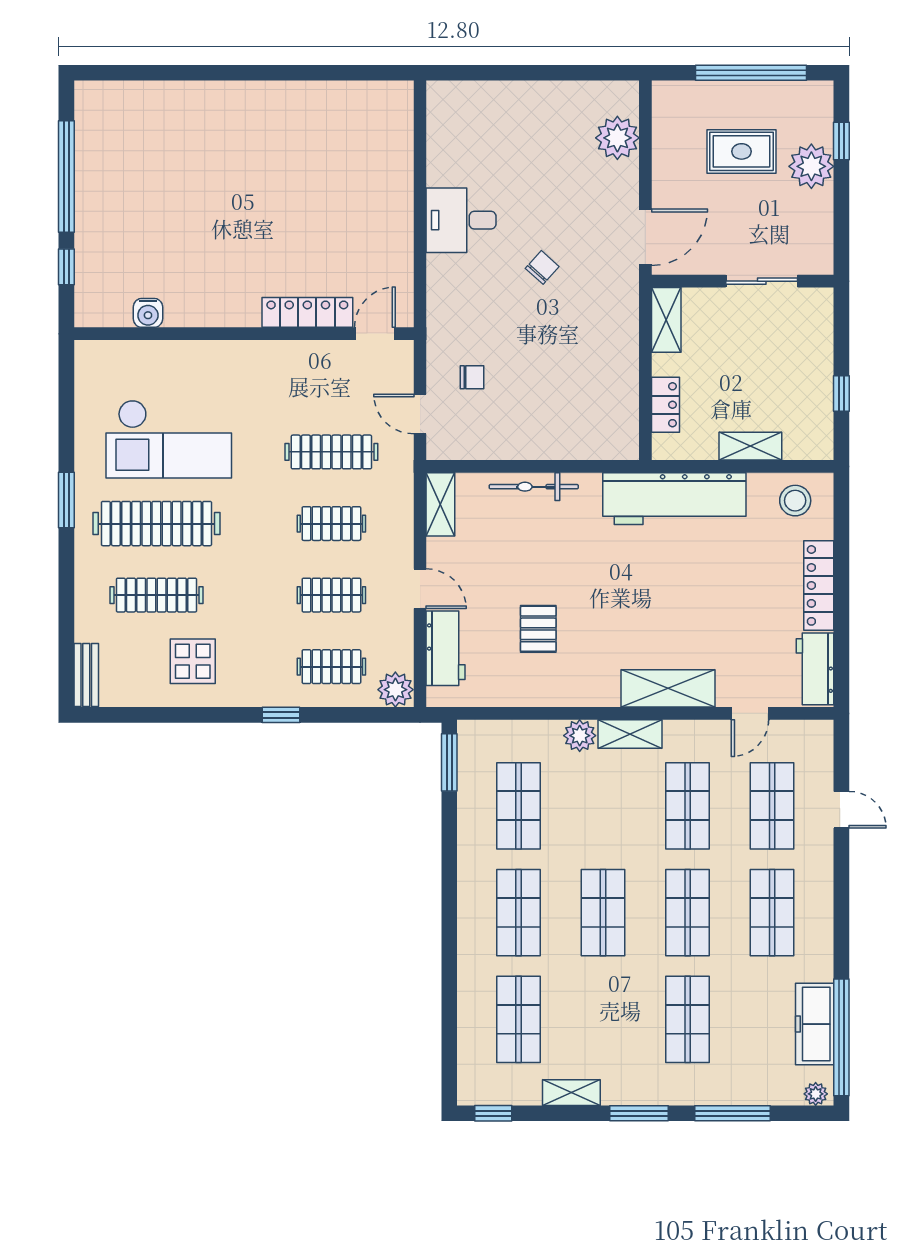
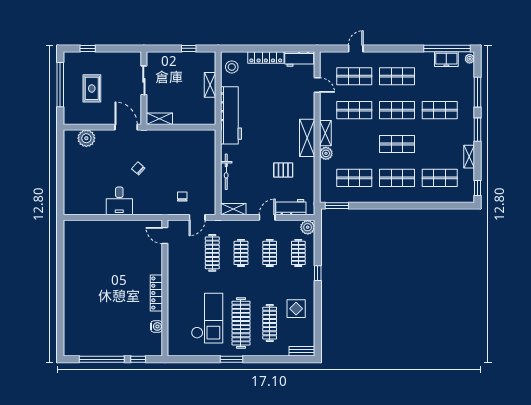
plant: (811, 166) -> (98, 60), removed
locker: (307, 312) -> (156, 293), moved
locker: (665, 405) -> (193, 119), removed
shelving: (668, 688) -> (307, 138), moved
freezer: (815, 1024) -> (446, 59), width x0.71

